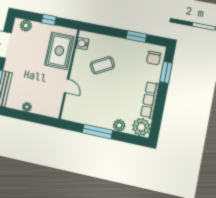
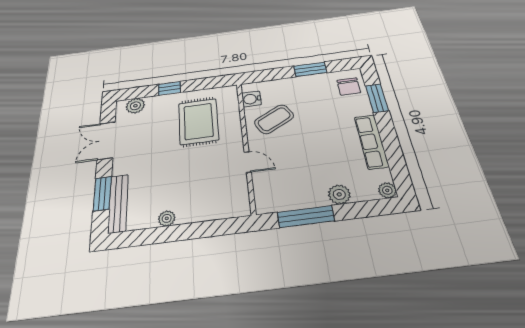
water cooler: (82, 44) -> (251, 99), moved
wall: (69, 74) -> (246, 144), moved
door: (67, 86) -> (248, 162), moved
plant: (141, 127) -> (387, 190), width x0.53, depth x0.53

